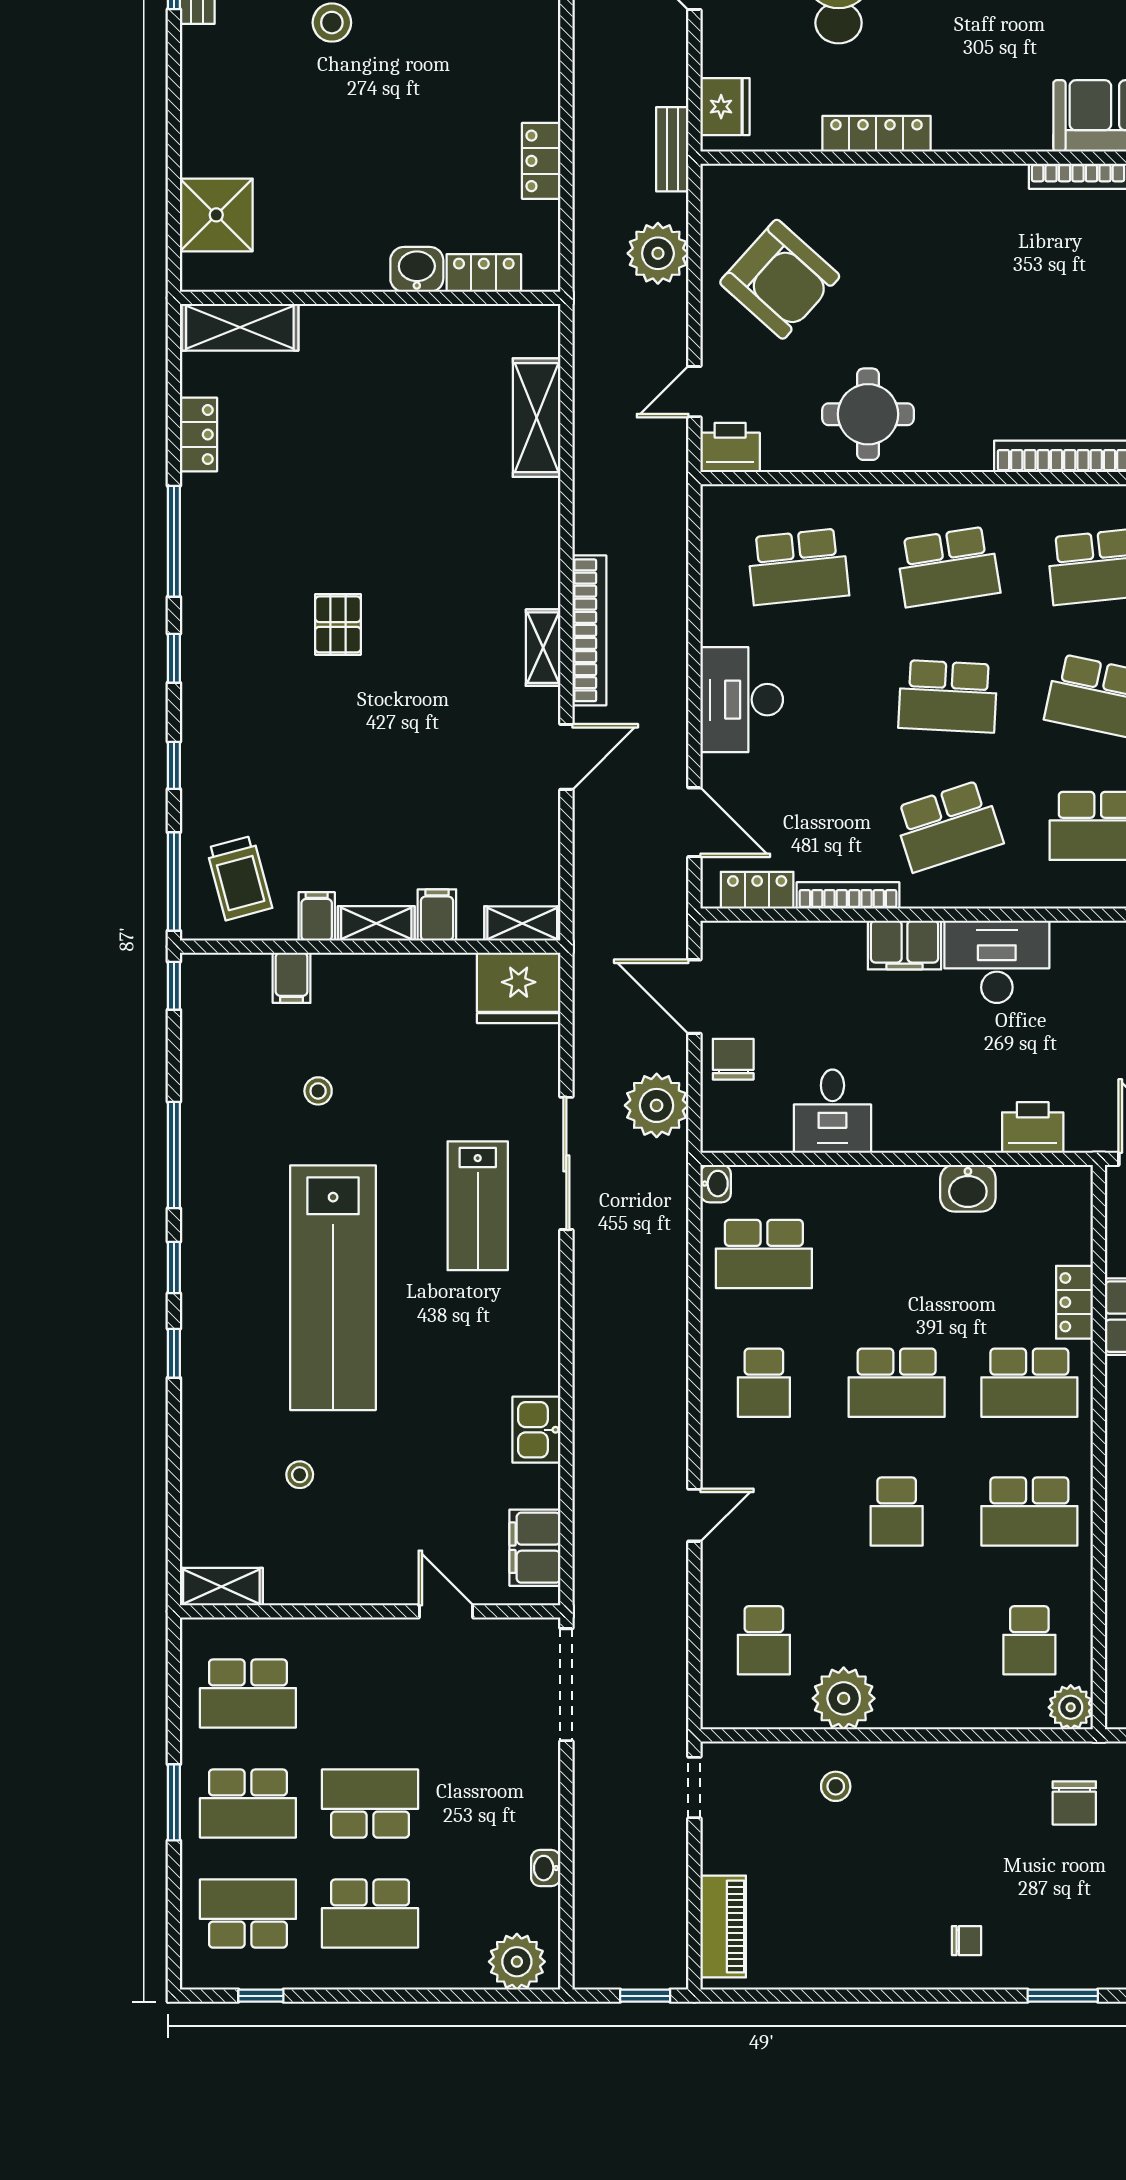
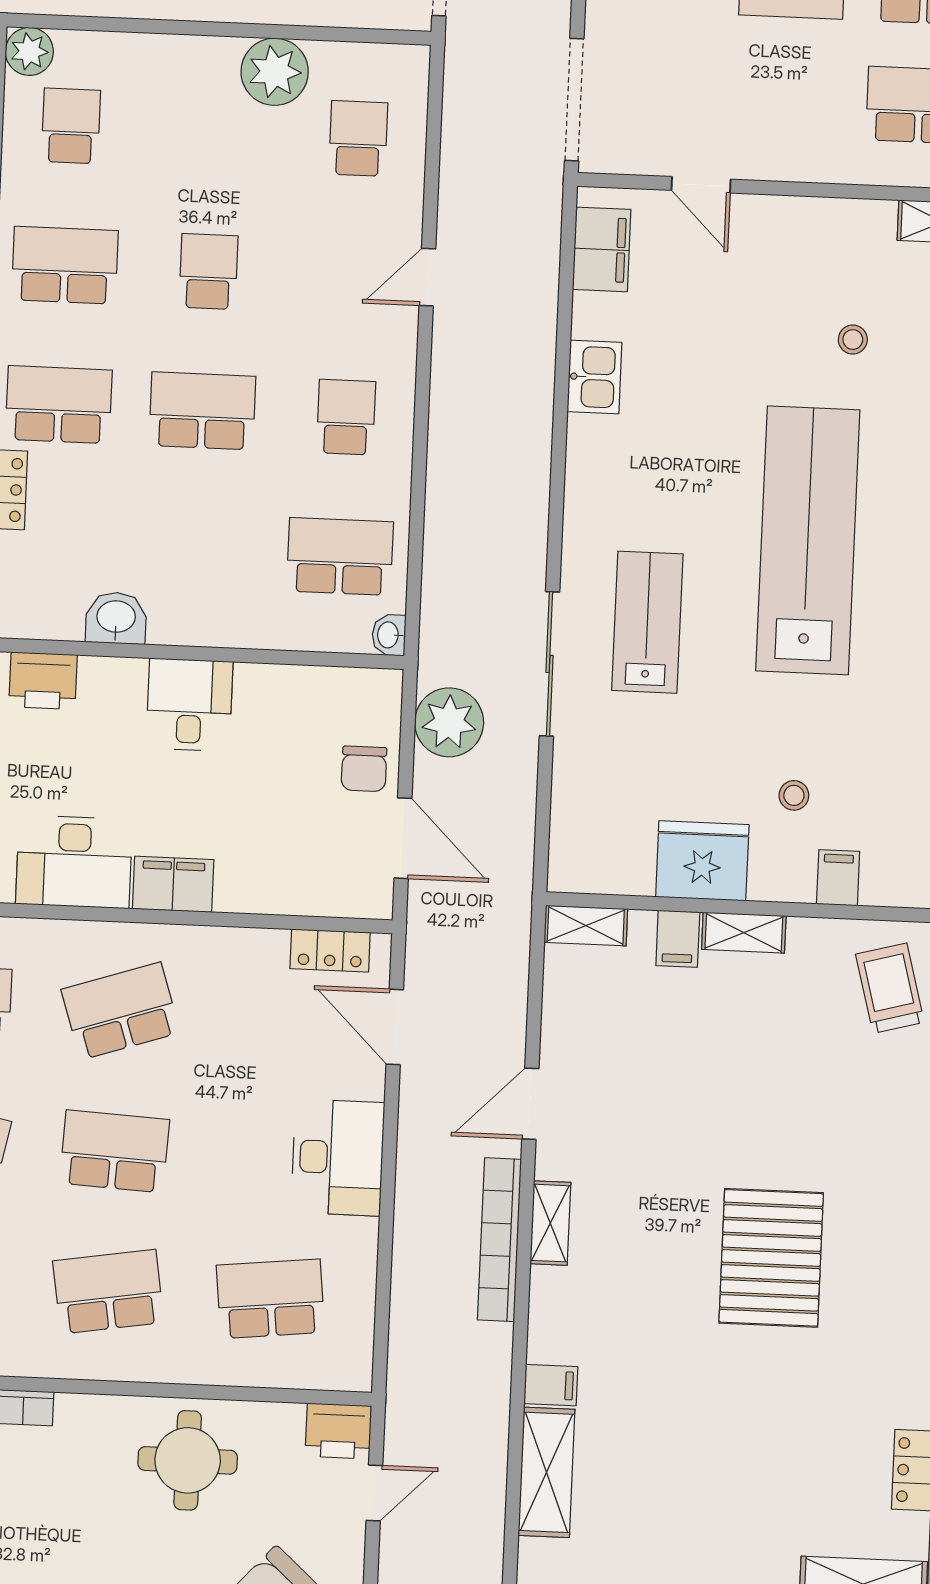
pallet: (338, 624) -> (771, 1258), width x2.05, depth x2.00
bookcase: (848, 895) -> (232, 941), removed
filing cabinet: (317, 916) -> (551, 1385), moved, turned -90
fridge: (519, 988) -> (702, 861), moved
stool: (318, 1091) -> (794, 795), moved
desk: (832, 1111) -> (189, 705), moved

